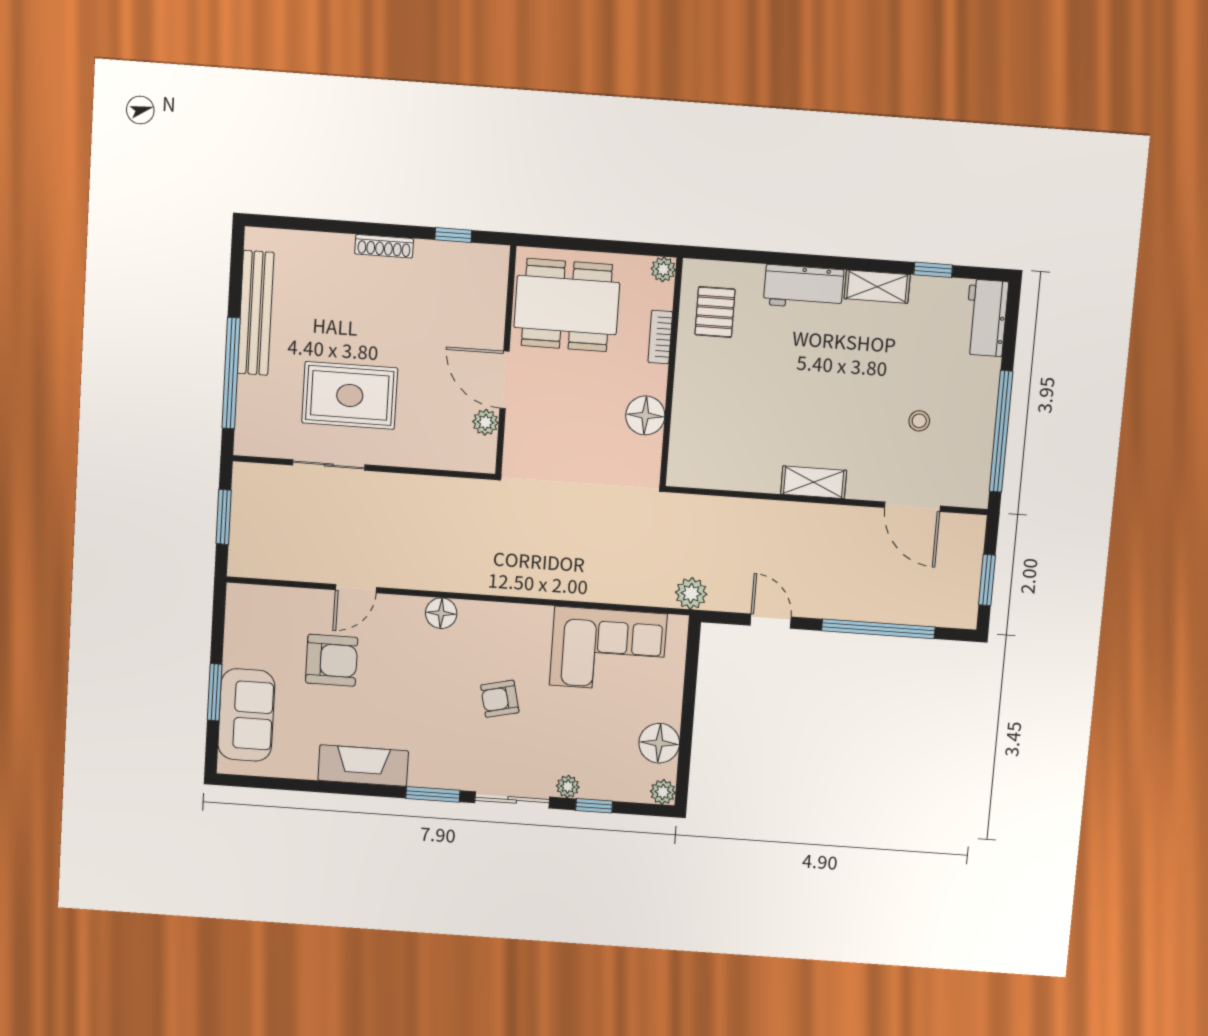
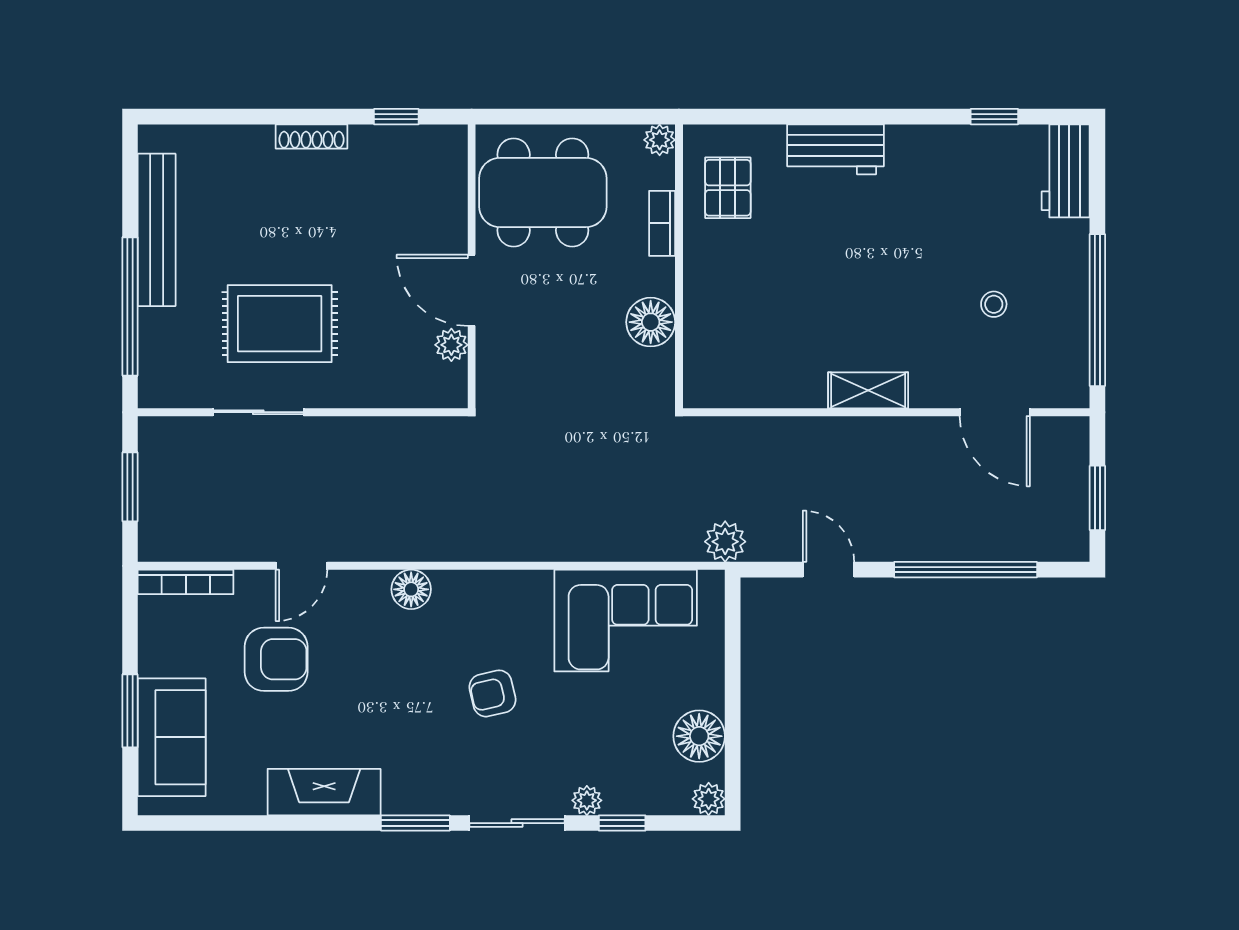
shelving: (877, 287) -> (927, 142), removed
bookcase: (264, 595) -> (186, 582), added

